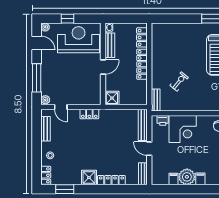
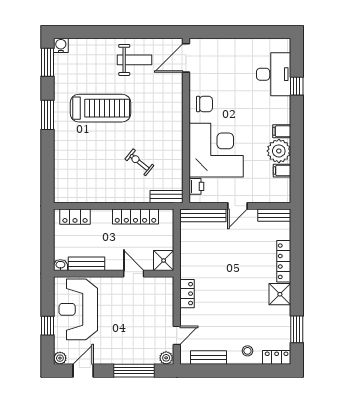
locker: (142, 64) -> (135, 217), moved
door: (103, 67) -> (134, 274), moved
corner desk: (183, 129) -> (216, 150), width x1.36, depth x1.36

